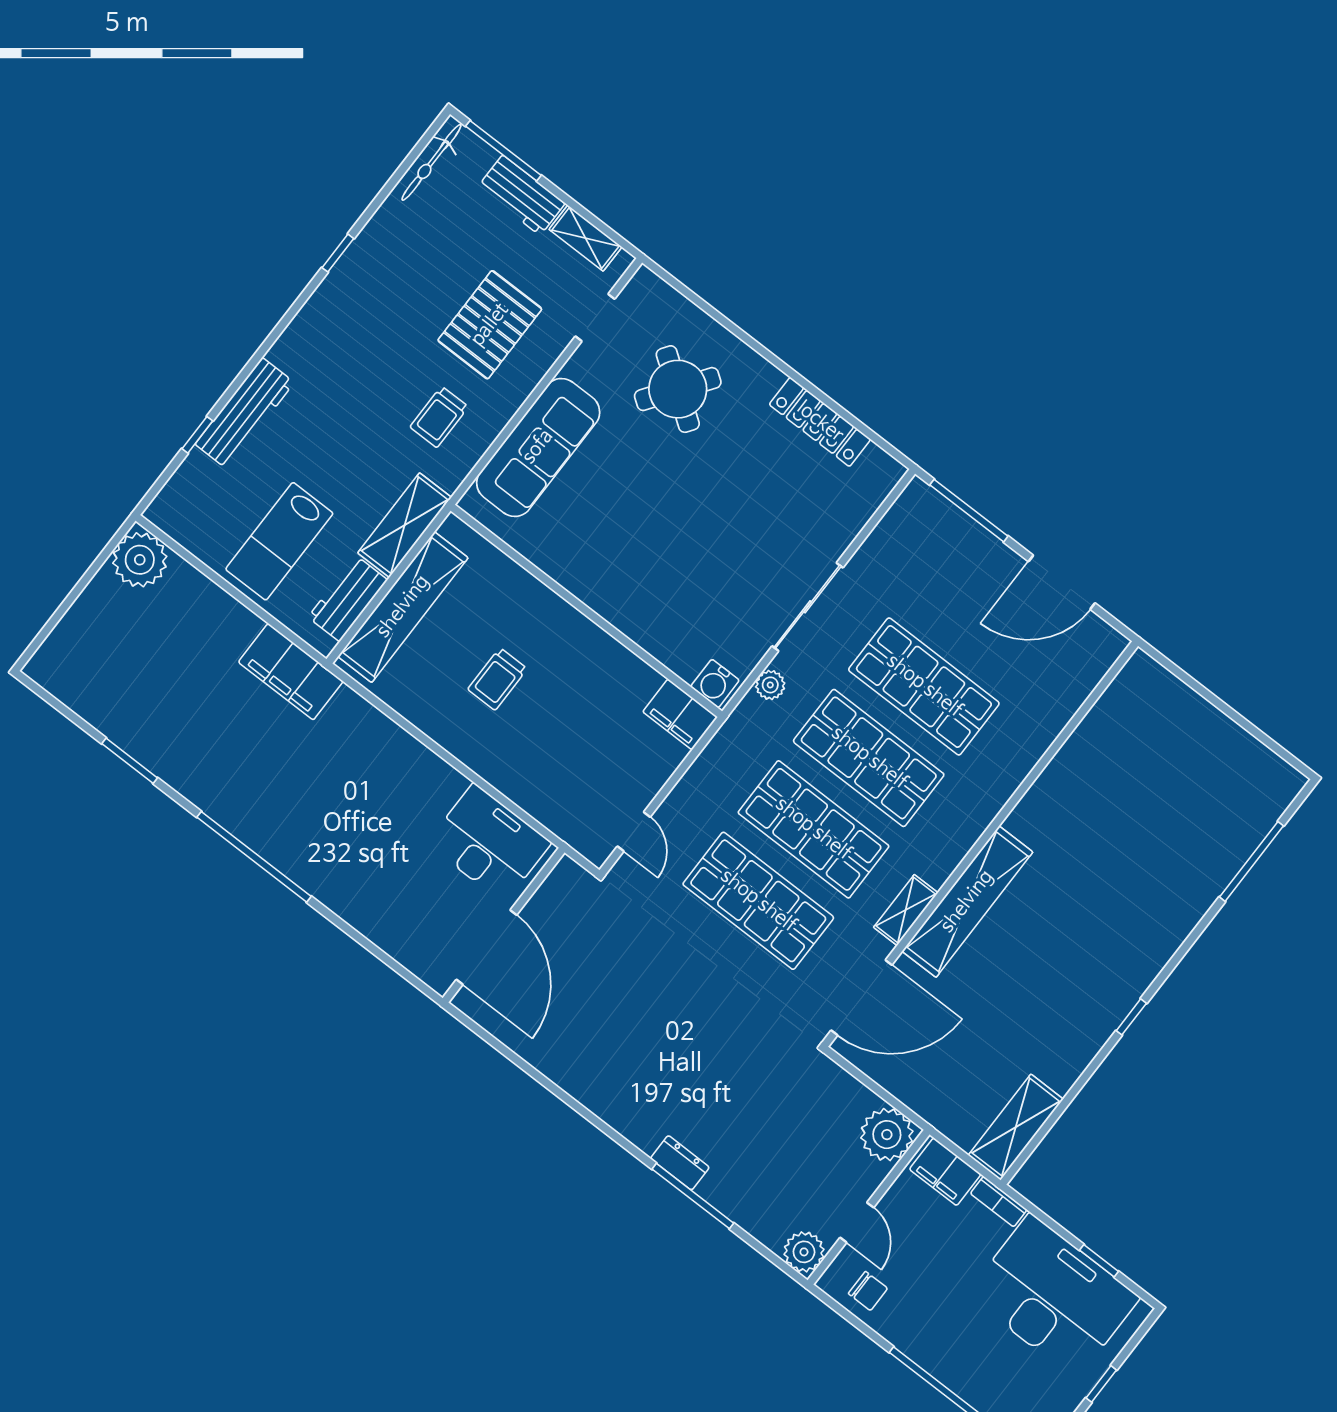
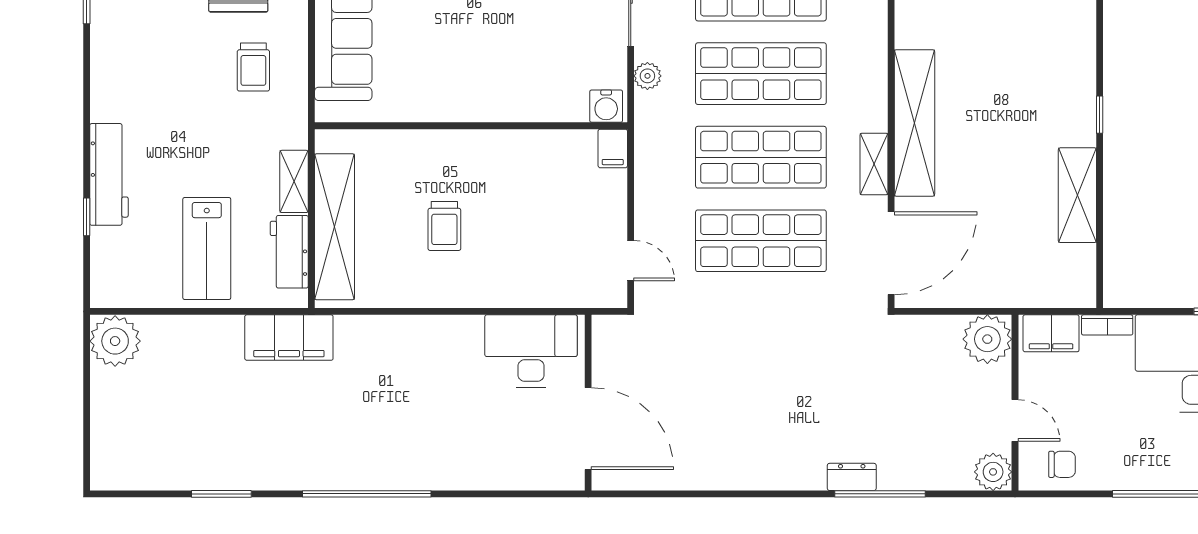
shelving: (405, 525) -> (294, 181), width x0.67, depth x0.75
filing cabinet: (680, 714) -> (613, 148), width x0.50
shelving: (1016, 1127) -> (1077, 195), moved

